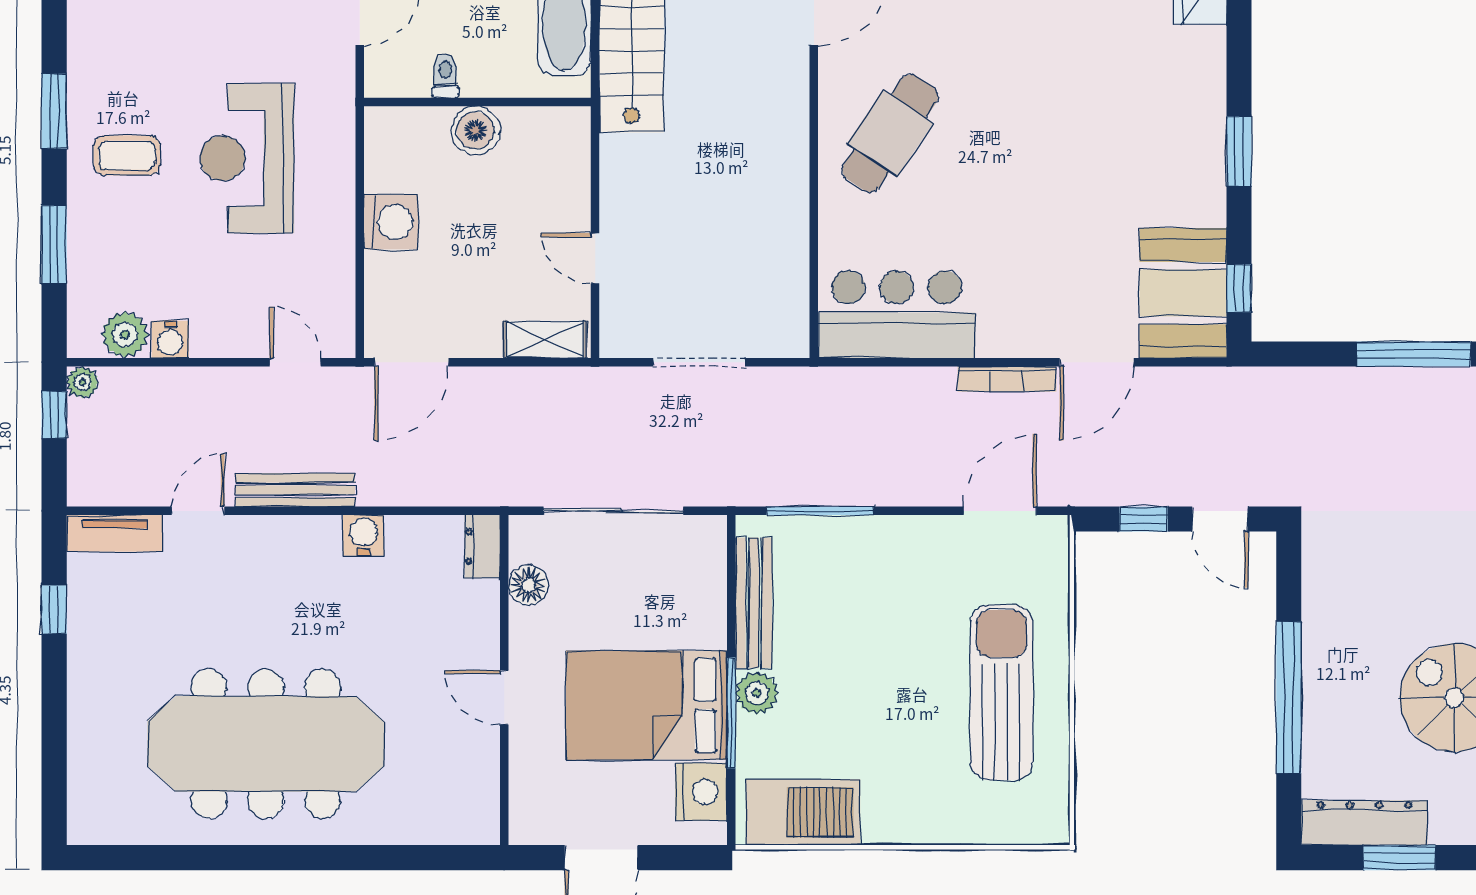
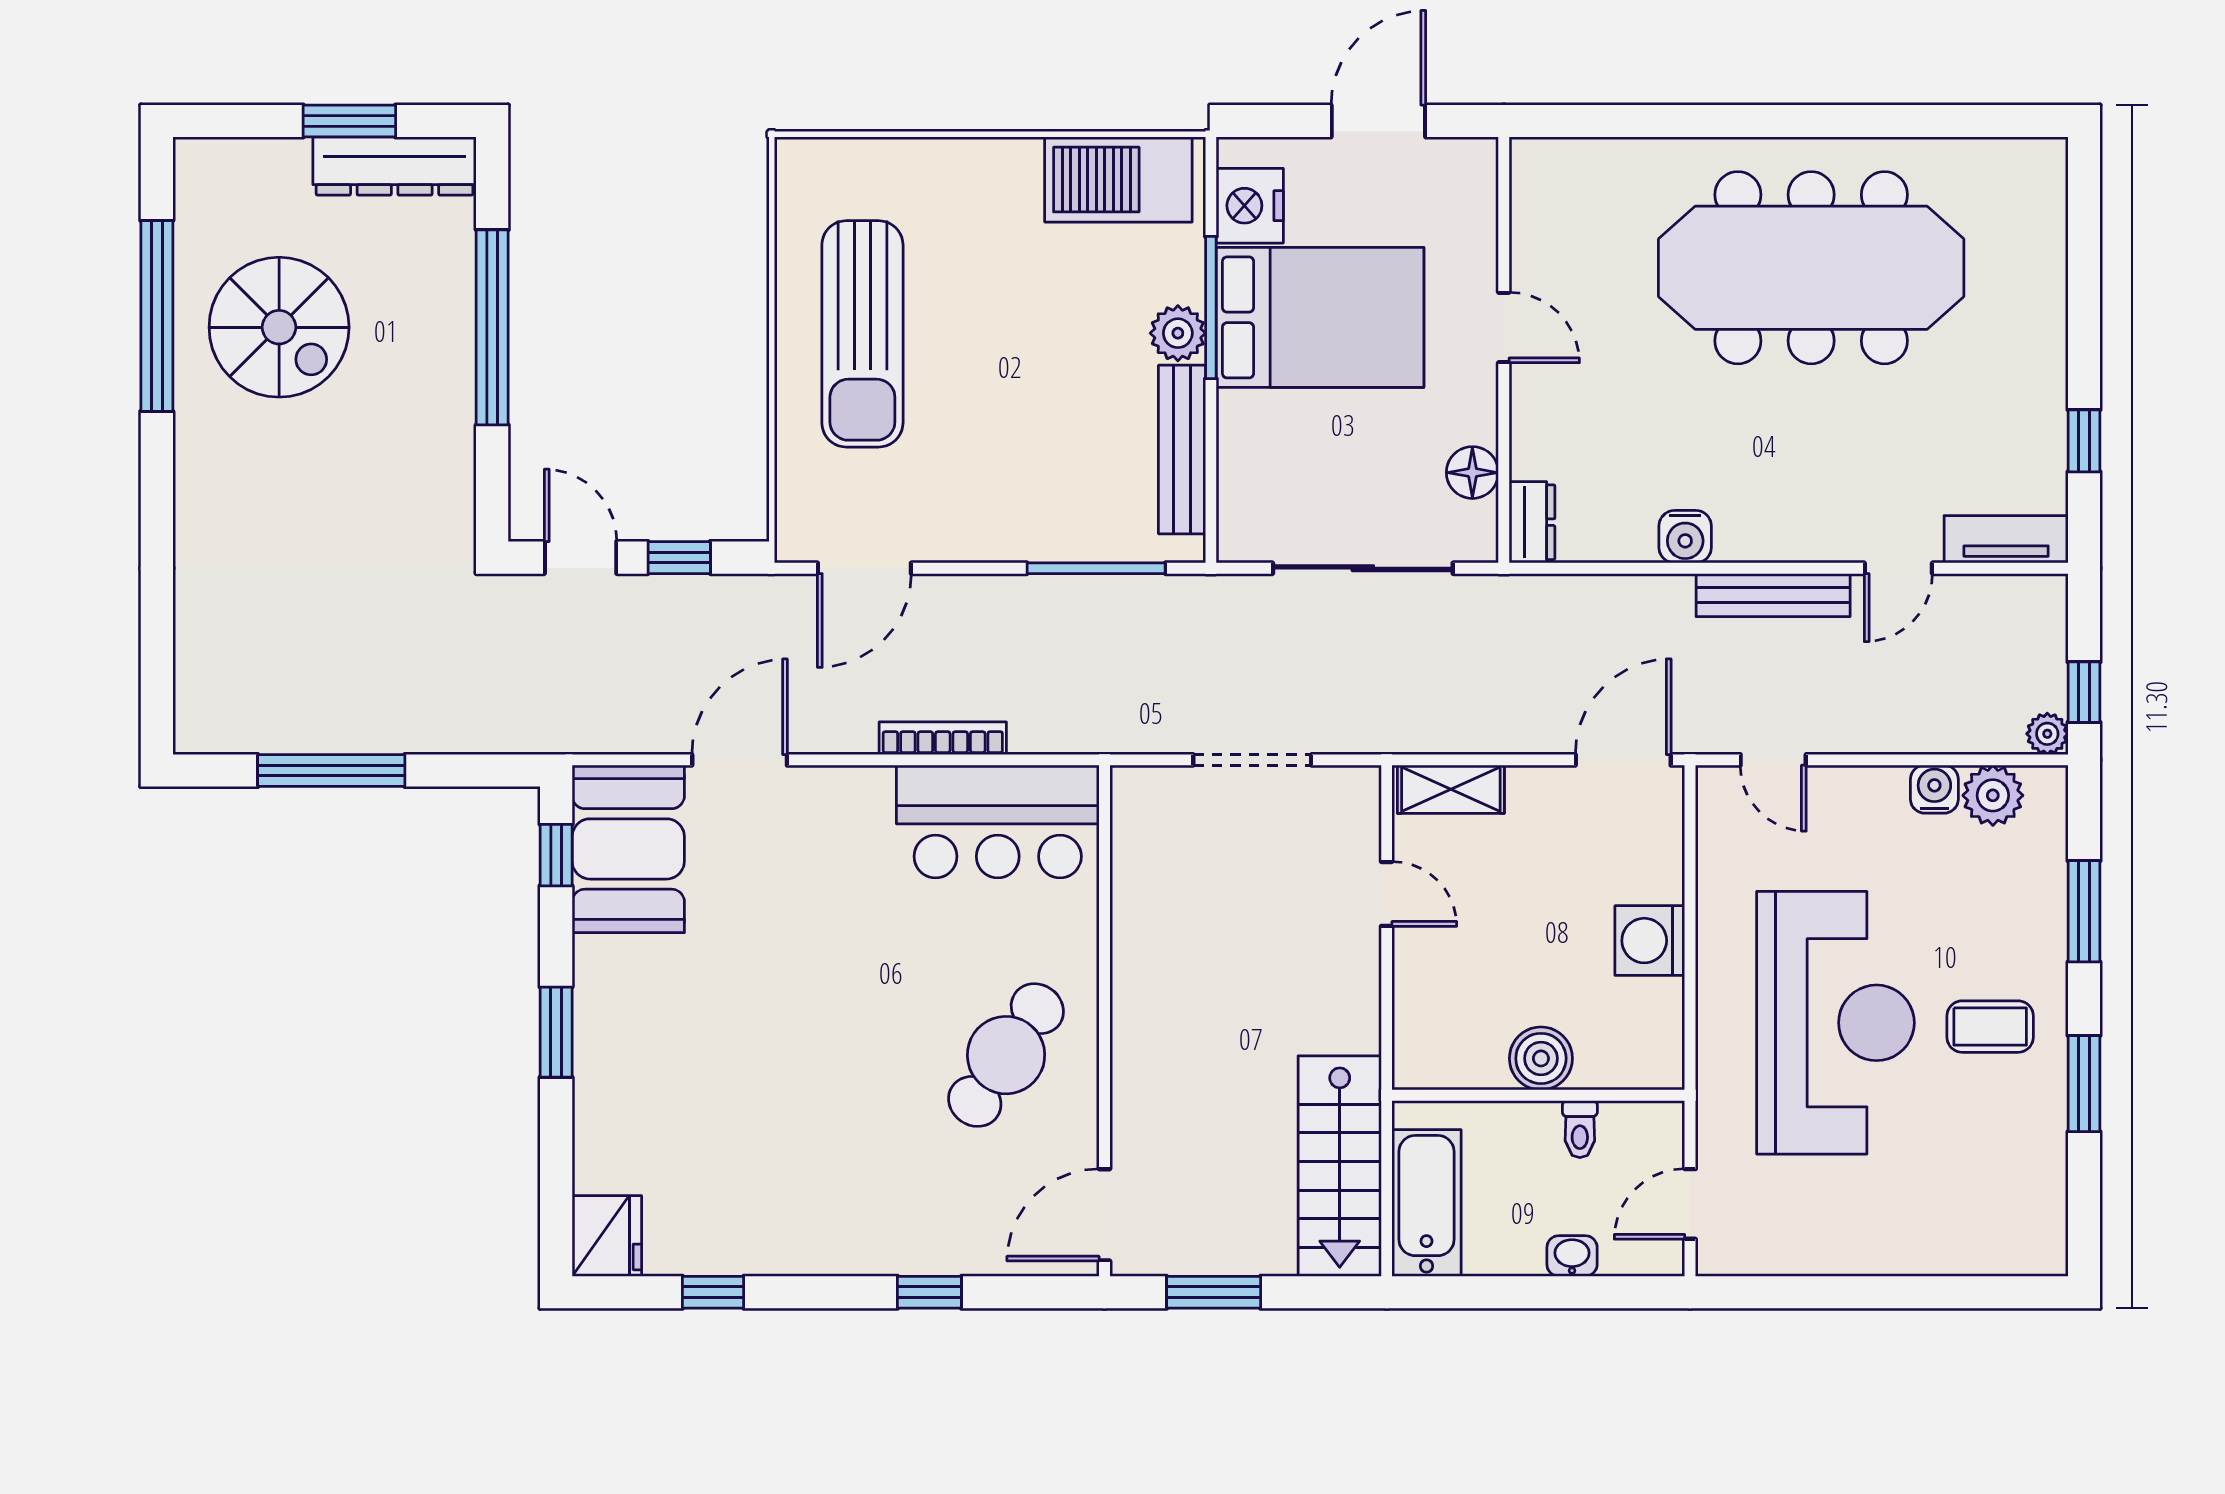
reception desk: (247, 158) -> (1835, 1023), width x1.36, depth x1.30
bookcase: (1007, 379) -> (943, 738), moved

